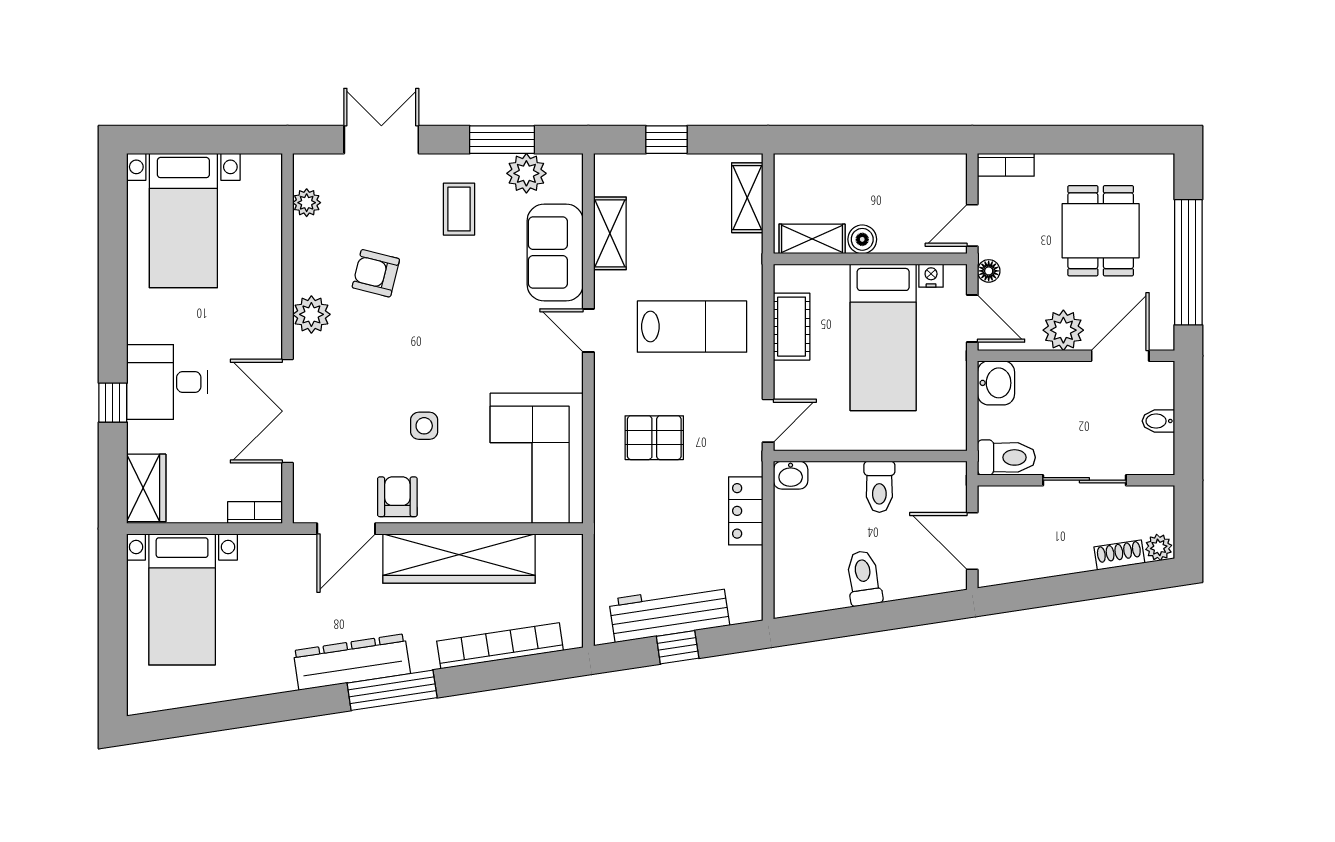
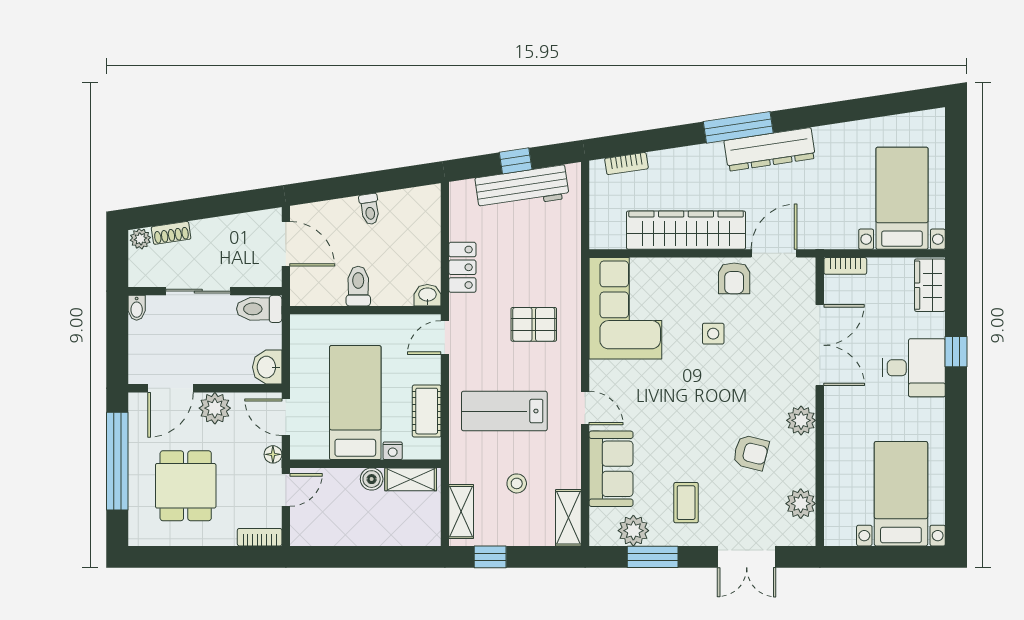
window: (667, 140) -> (490, 557), moved
plant: (307, 203) -> (801, 504), width x1.38, depth x1.38
shelving: (610, 233) -> (568, 518), moved
stool: (676, 234) -> (517, 483), added
nightstand: (931, 276) -> (393, 451), moved
bidet: (1158, 421) -> (137, 308), moved, turned 90
toilet: (864, 578) -> (370, 209), width x0.73, depth x0.72
bookcase: (500, 646) -> (626, 164), width x0.43, depth x0.76

